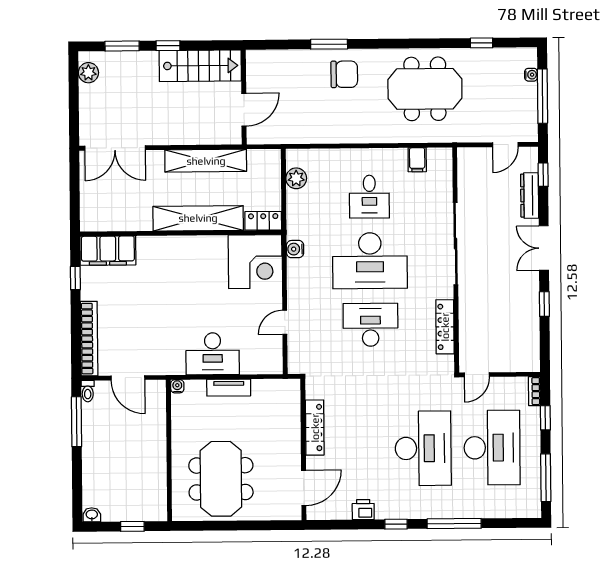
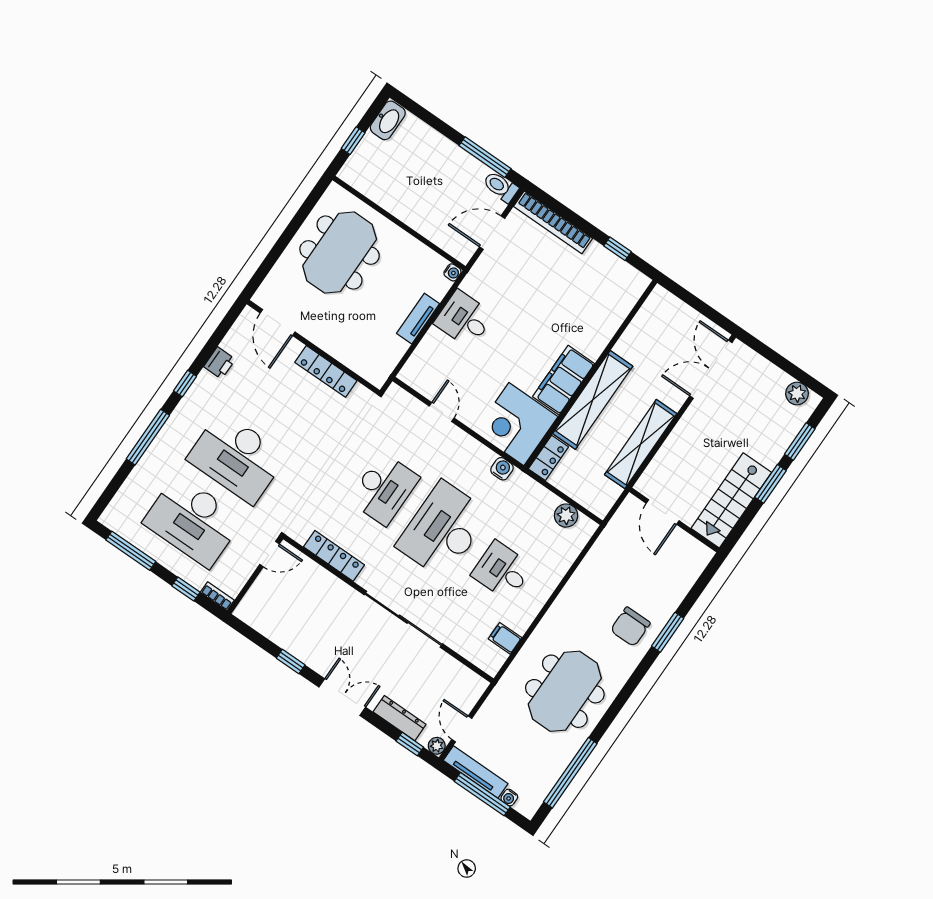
window: (482, 43) -> (570, 773), width x3.17
window: (168, 46) -> (770, 484), width x1.50
tv unit: (530, 112) -> (476, 772), added
plant: (531, 154) -> (437, 746), added
filing cabinet: (108, 251) -> (564, 380), moved
desk: (213, 354) -> (464, 319), width x0.73
door: (477, 375) -> (269, 554), swing flipped
toilet: (88, 391) -> (501, 187), width x1.37, depth x1.39
meeting table: (221, 479) -> (340, 253), turned 90
washbasin: (92, 515) -> (388, 120), width x1.91, depth x1.45

